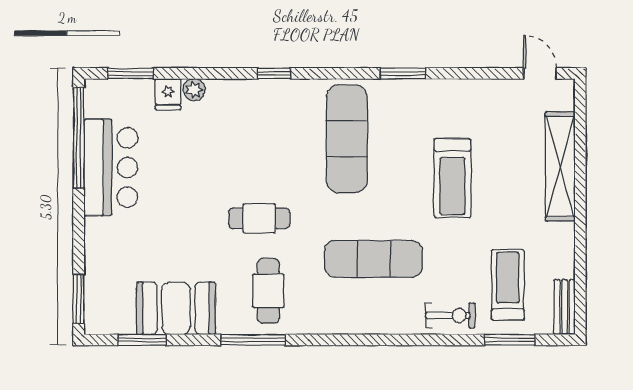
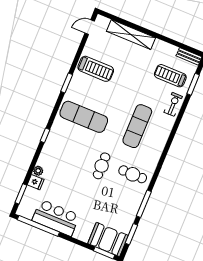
treadmill: (452, 178) -> (96, 69), moved
booth: (176, 308) -> (108, 239), moved, turned 90
window: (253, 340) -> (144, 204), moved

